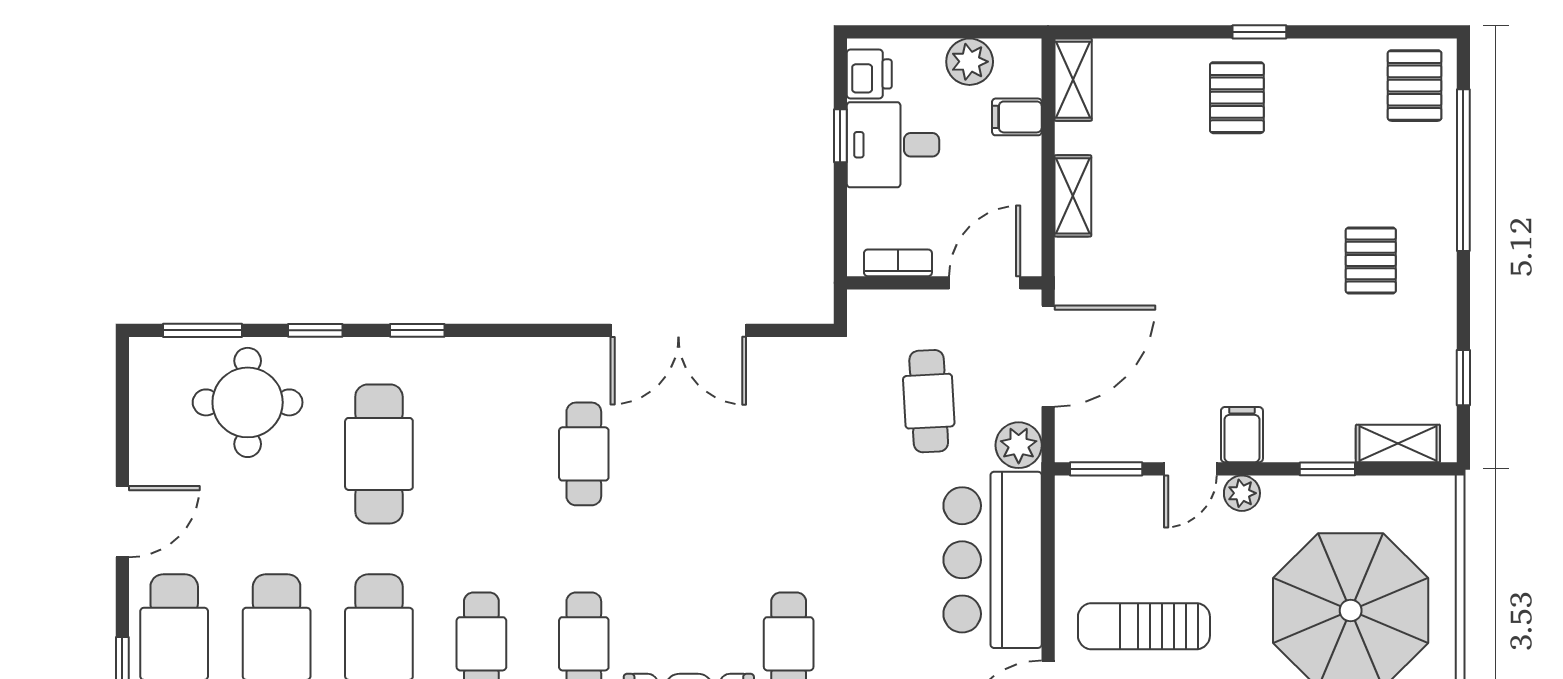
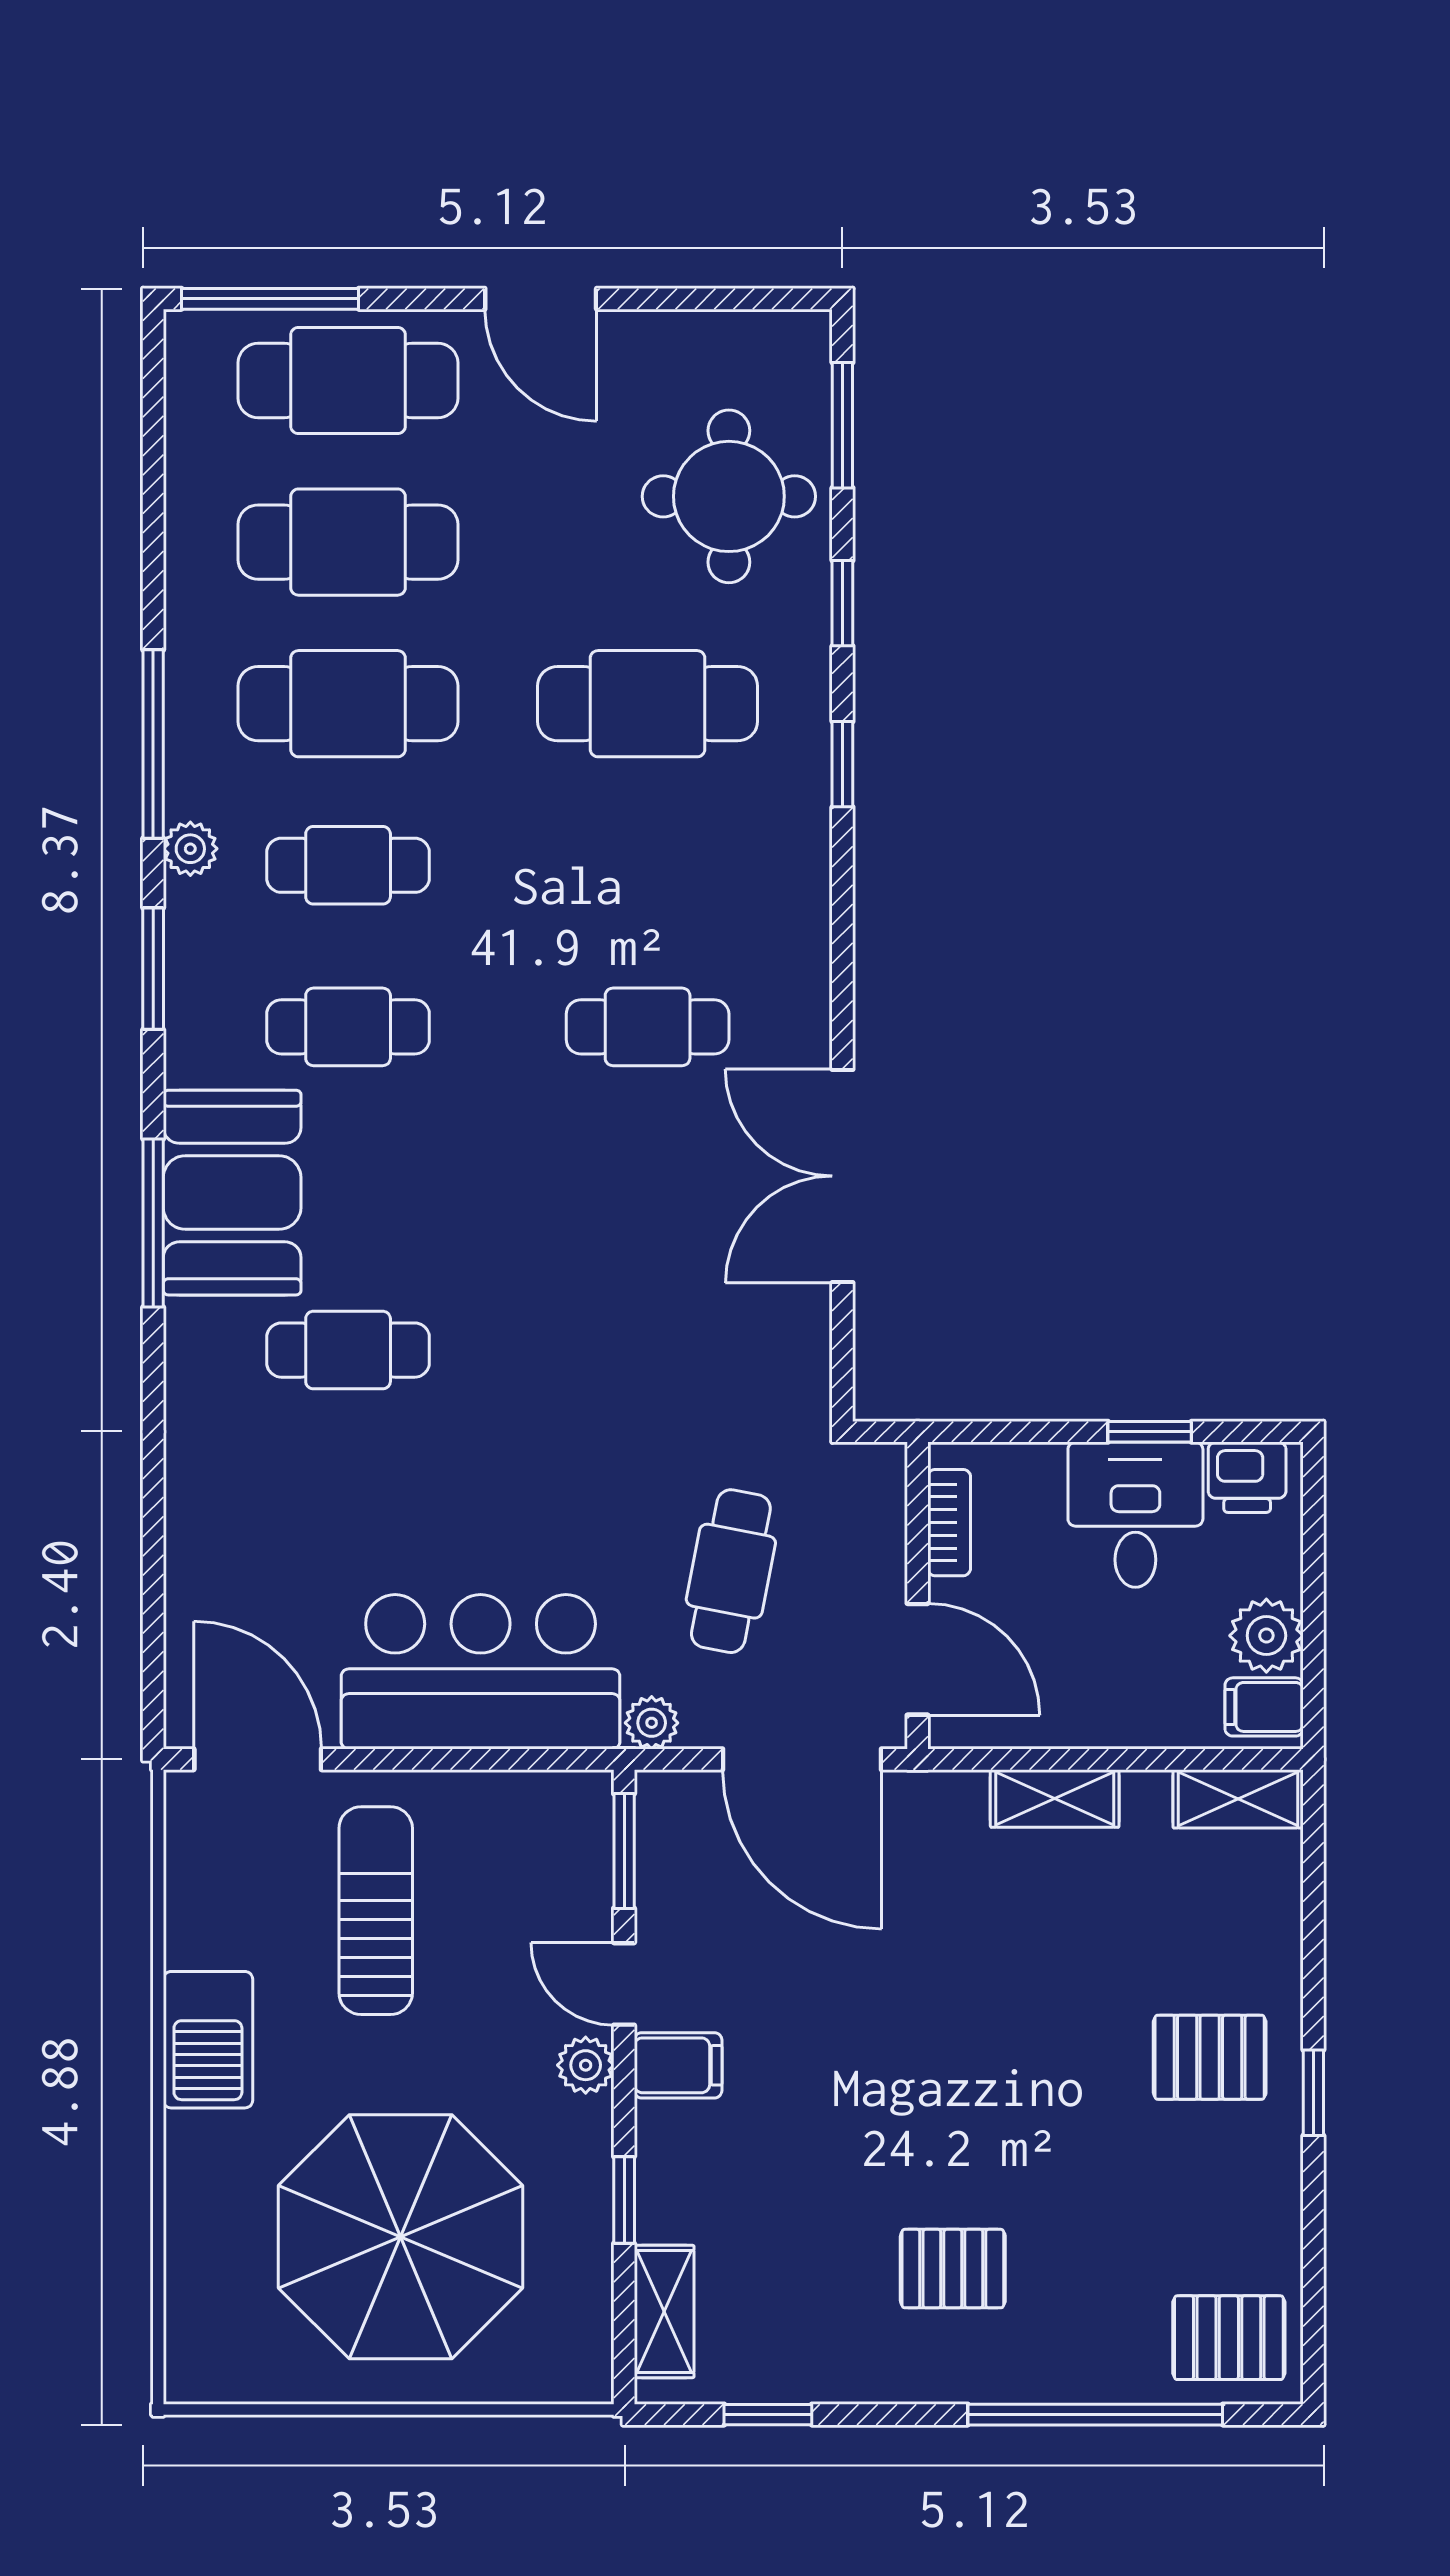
filing cabinet: (1017, 117) -> (1264, 1707), moved, turned -90
cafe table: (929, 401) -> (731, 1571), turned -76
plant: (1019, 445) -> (652, 1723), width x0.73, depth x0.73

